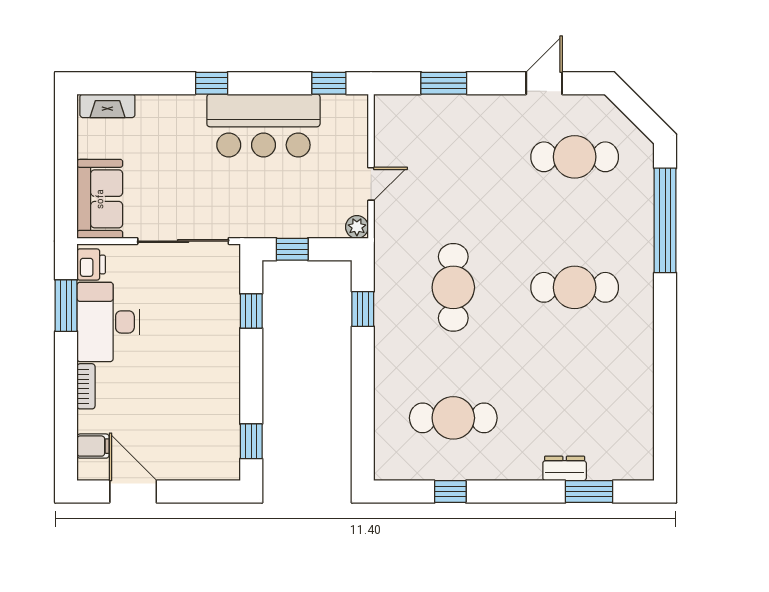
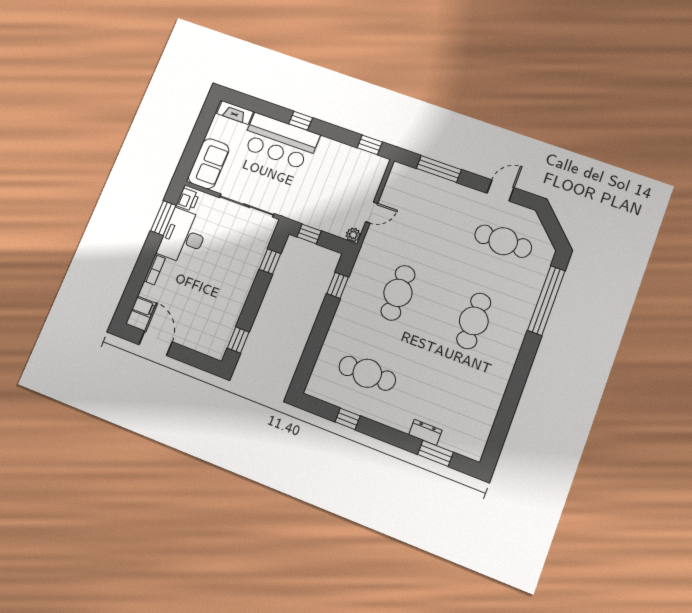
window: (444, 83) -> (439, 169), width x1.44
bar counter: (263, 125) -> (280, 141), moved
cafe table: (575, 287) -> (474, 321), turned 90

